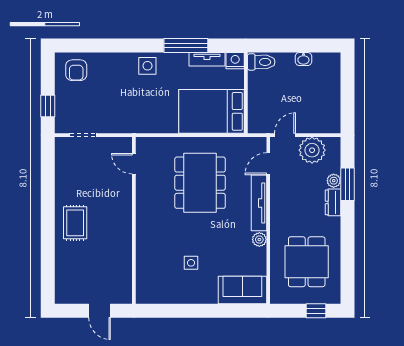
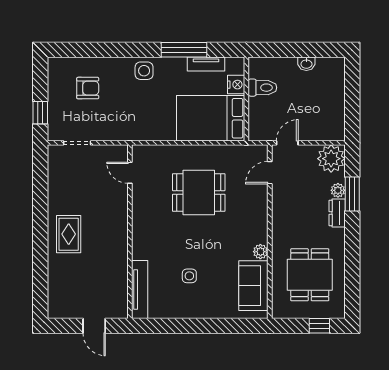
nightstand: (235, 61) -> (236, 85), moved, turned 90
toilet: (261, 62) -> (262, 88), moved
armchair: (76, 70) -> (88, 88), moved, turned -90
plant: (312, 150) -> (331, 159), moved
dining table: (200, 183) -> (199, 192), width x0.73
tv unit: (259, 203) -> (140, 289), moved, turned 180
sofa: (242, 290) -> (253, 286), moved, turned -90

